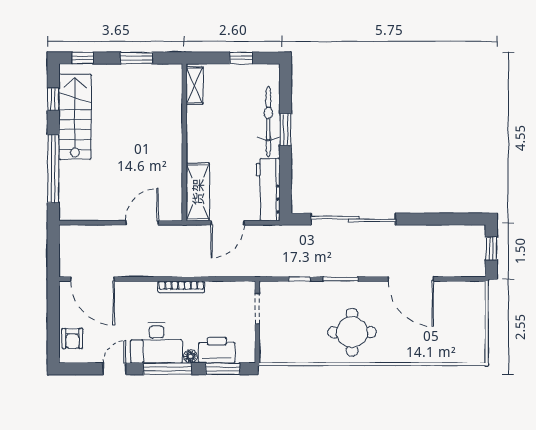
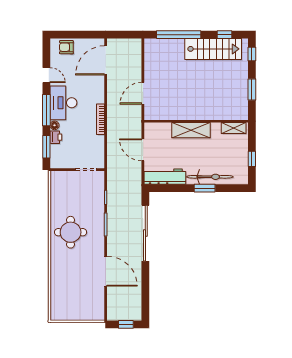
shelving: (198, 192) -> (191, 130), moved
door: (142, 223) -> (143, 93), swing flipped
door: (411, 279) -> (106, 271), swing flipped
printer: (217, 350) -> (56, 137), width x0.53, depth x0.68

